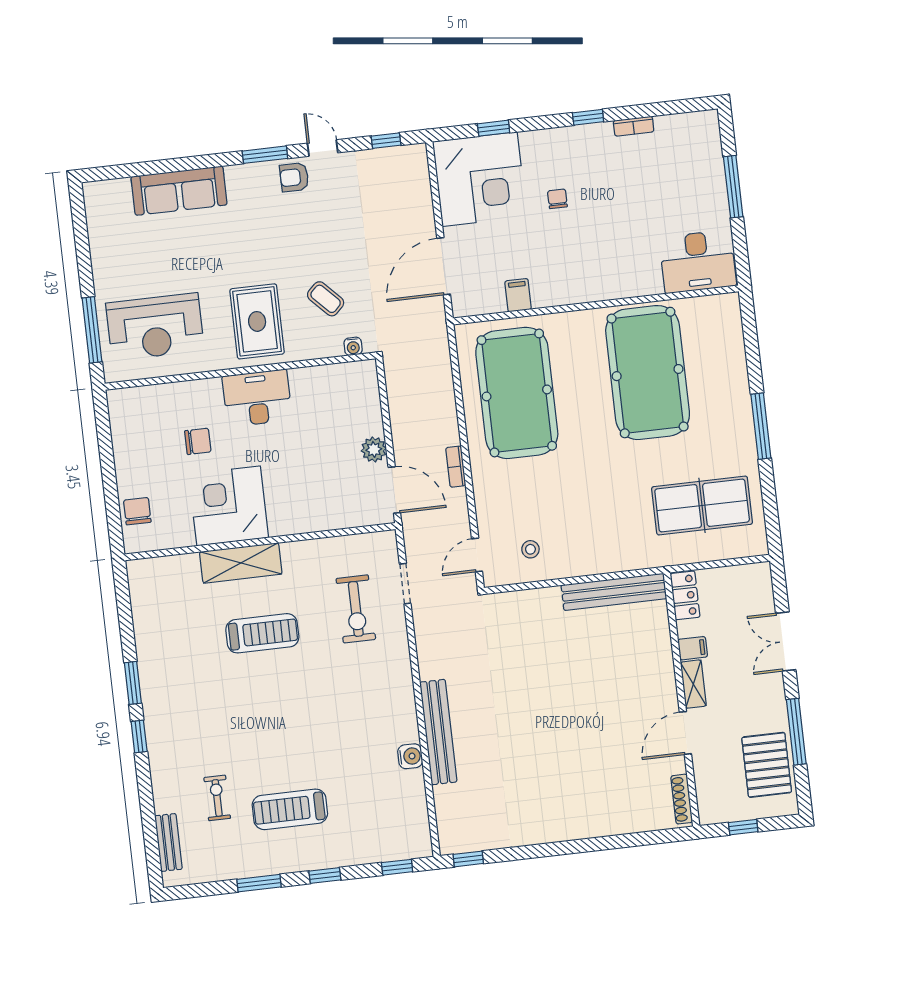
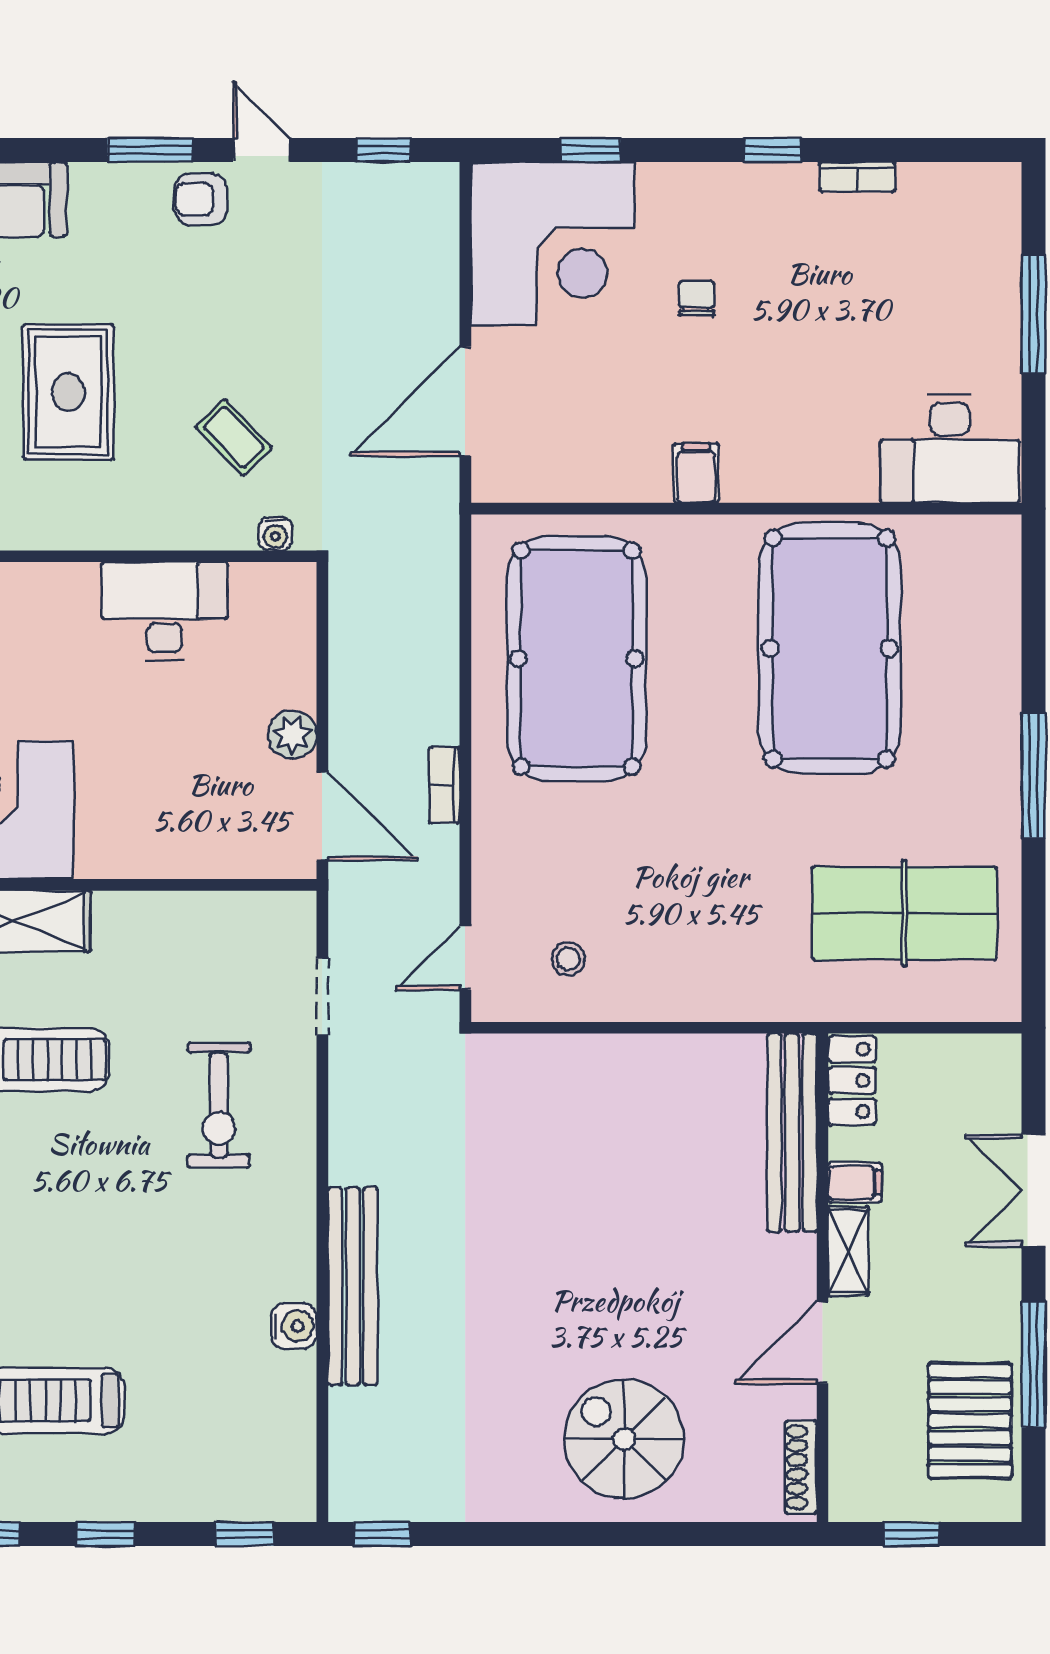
filing cabinet: (518, 295) -> (696, 473), moved
rug: (257, 321) -> (68, 392), moved
desk: (257, 398) -> (165, 611), moved
bench: (614, 592) -> (792, 1133), moved, turned 90
exercise bike: (356, 609) -> (219, 1105), moved
spiral stairs: (588, 795) -> (624, 1439), added

